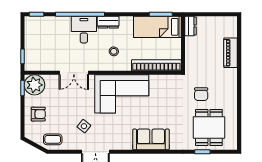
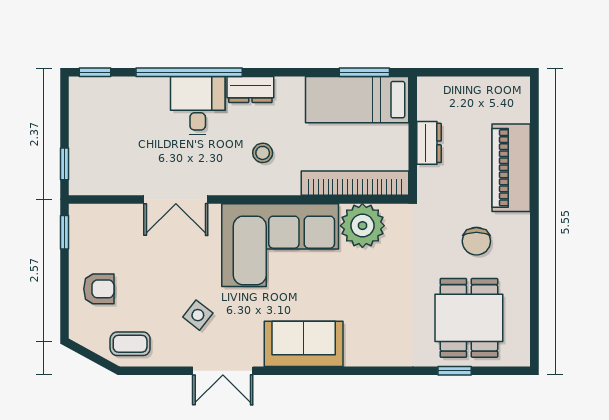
dresser: (191, 26) -> (429, 143), moved
piano: (231, 53) -> (511, 168), width x1.37, depth x1.33
plant: (35, 85) -> (362, 226), moved
chair: (201, 94) -> (476, 241), moved
sofa: (151, 139) -> (304, 344), moved

